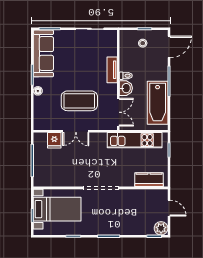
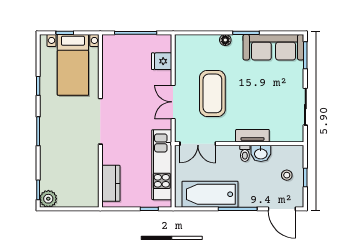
washbasin: (126, 88) -> (261, 153), moved
double door: (76, 131) -> (173, 102), moved
door: (169, 208) -> (74, 209), removed

